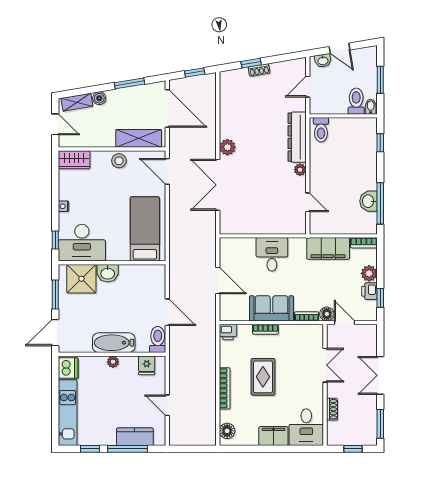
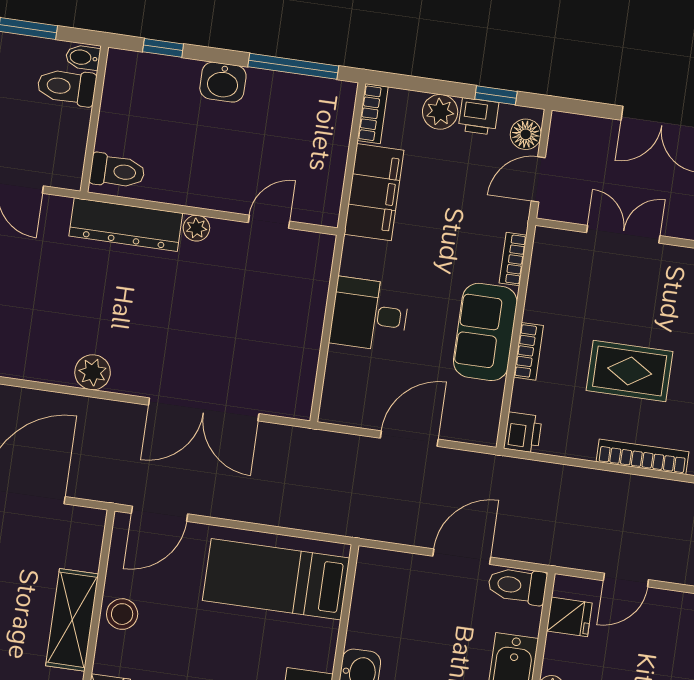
shelving: (139, 138) -> (72, 620), moved
plant: (227, 147) -> (93, 372), moved
washbasin: (369, 201) -> (223, 82), moved
floor lamp: (327, 314) -> (526, 134), moved
door: (167, 405) -> (626, 580), moved

